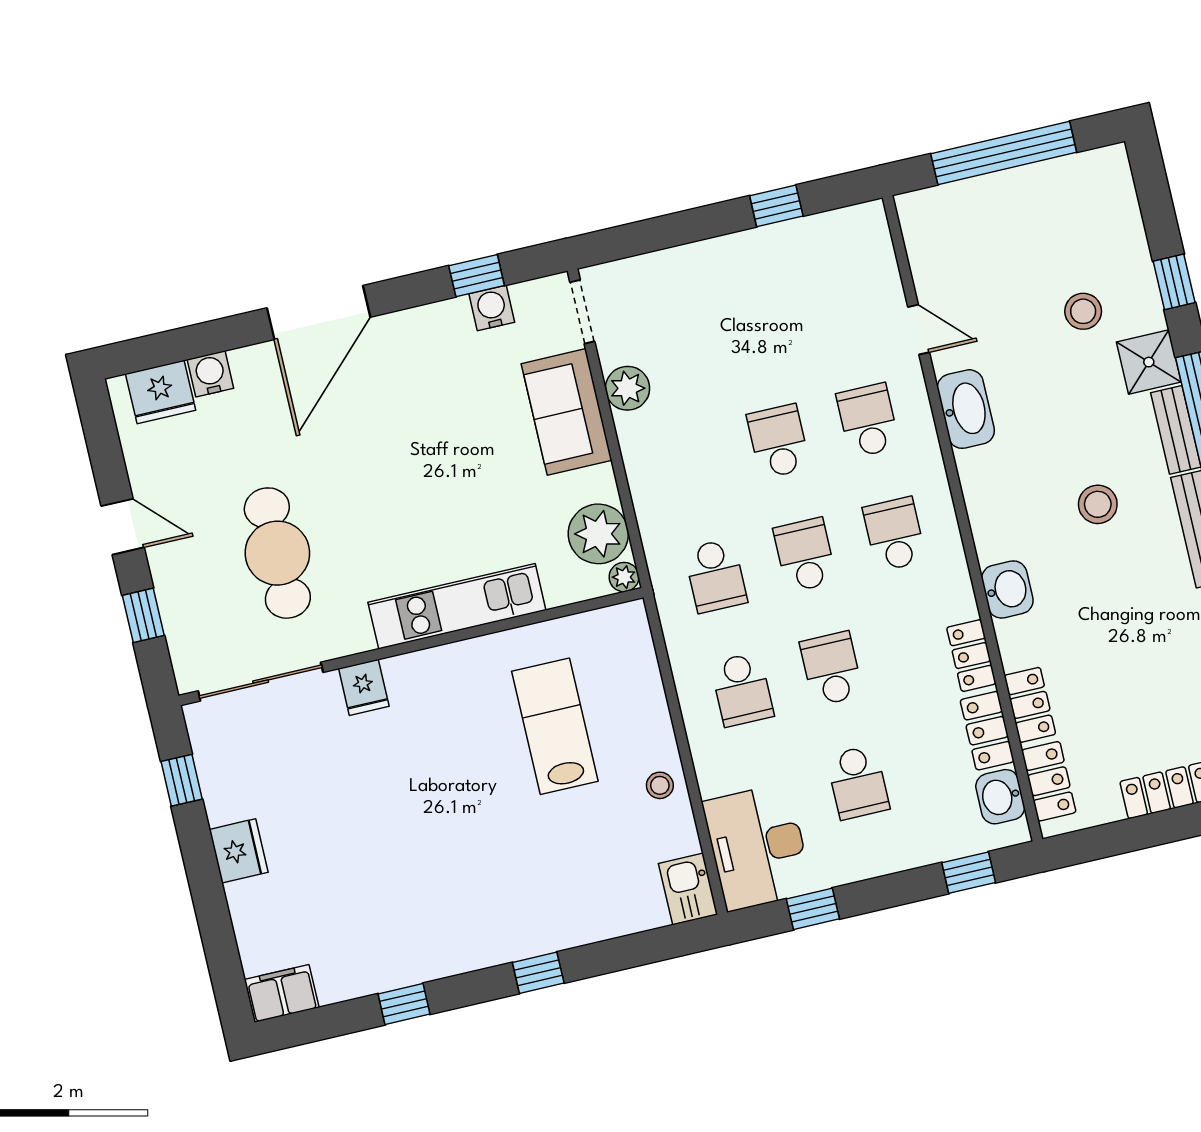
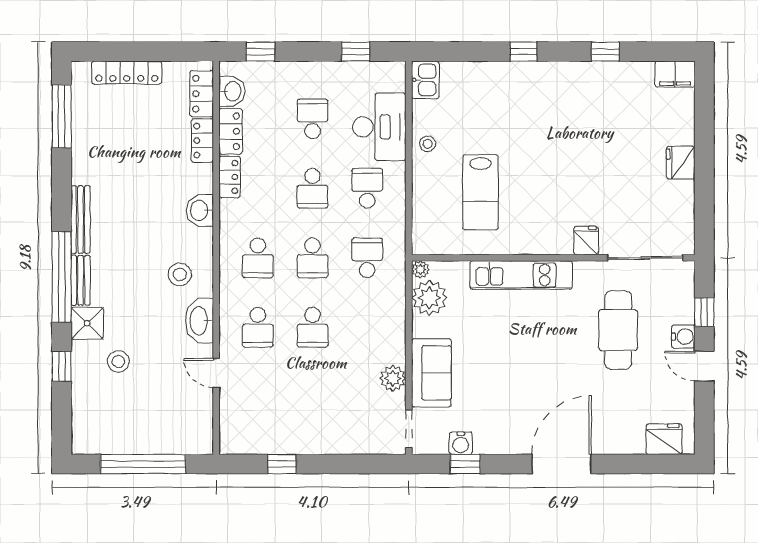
water cooler: (210, 374) -> (683, 337), moved, turned -90
stool: (1098, 504) -> (180, 274), moved
window: (182, 780) -> (704, 211), removed
desk: (758, 847) -> (379, 127), moved

